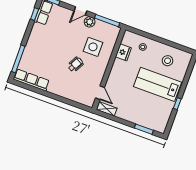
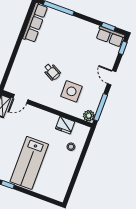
plant: (90, 22) -> (89, 116), moved
stool: (168, 61) -> (55, 174), removed
lab bench: (158, 84) -> (29, 163), turned 180

